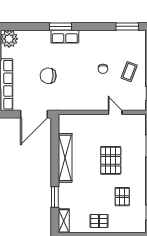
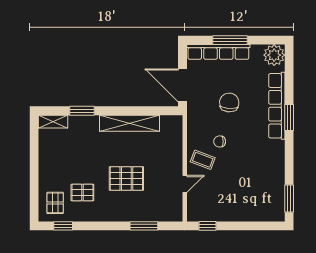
row of seats: (65, 37) -> (277, 106), width x2.02
chair: (103, 69) -> (220, 141), moved
coffee table: (129, 72) -> (203, 160), moved
pallet: (99, 221) -> (55, 203), moved

